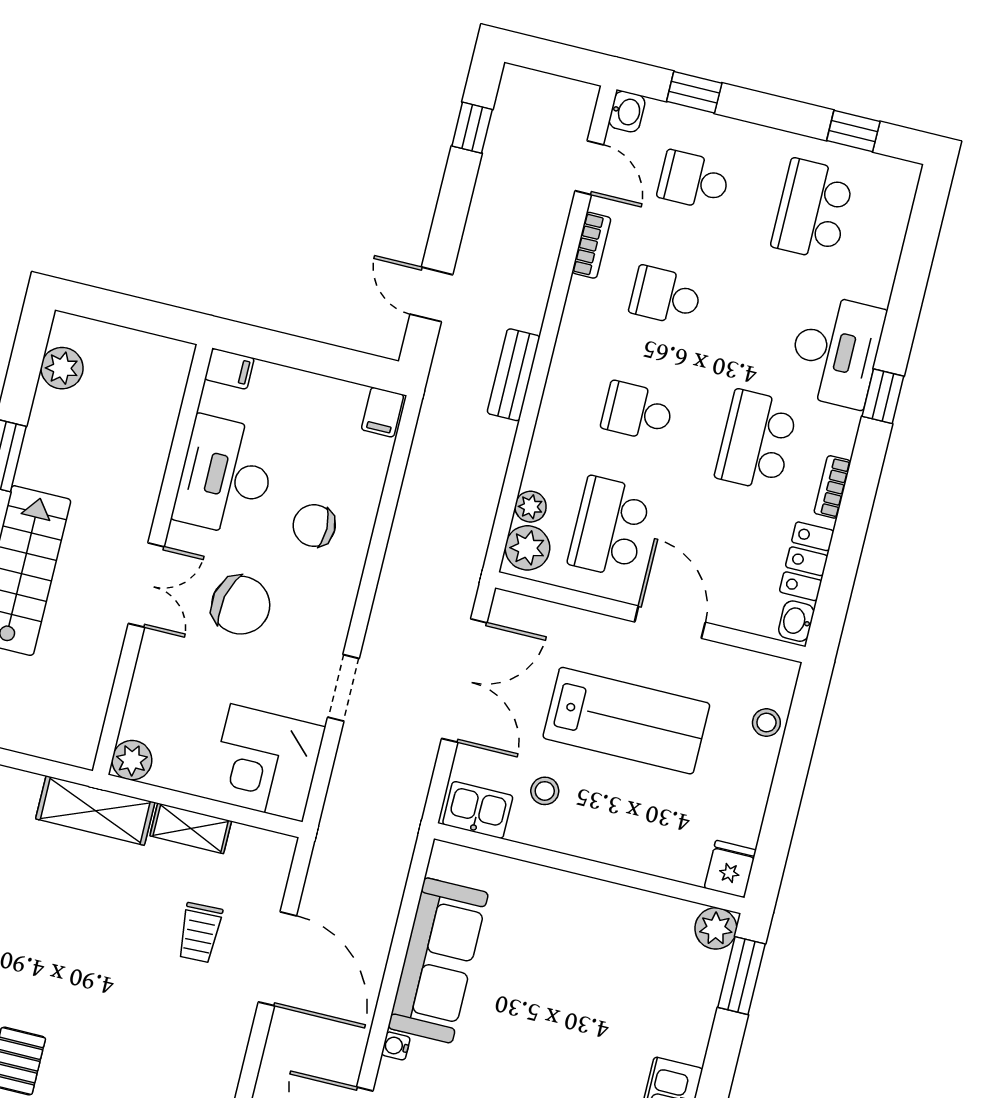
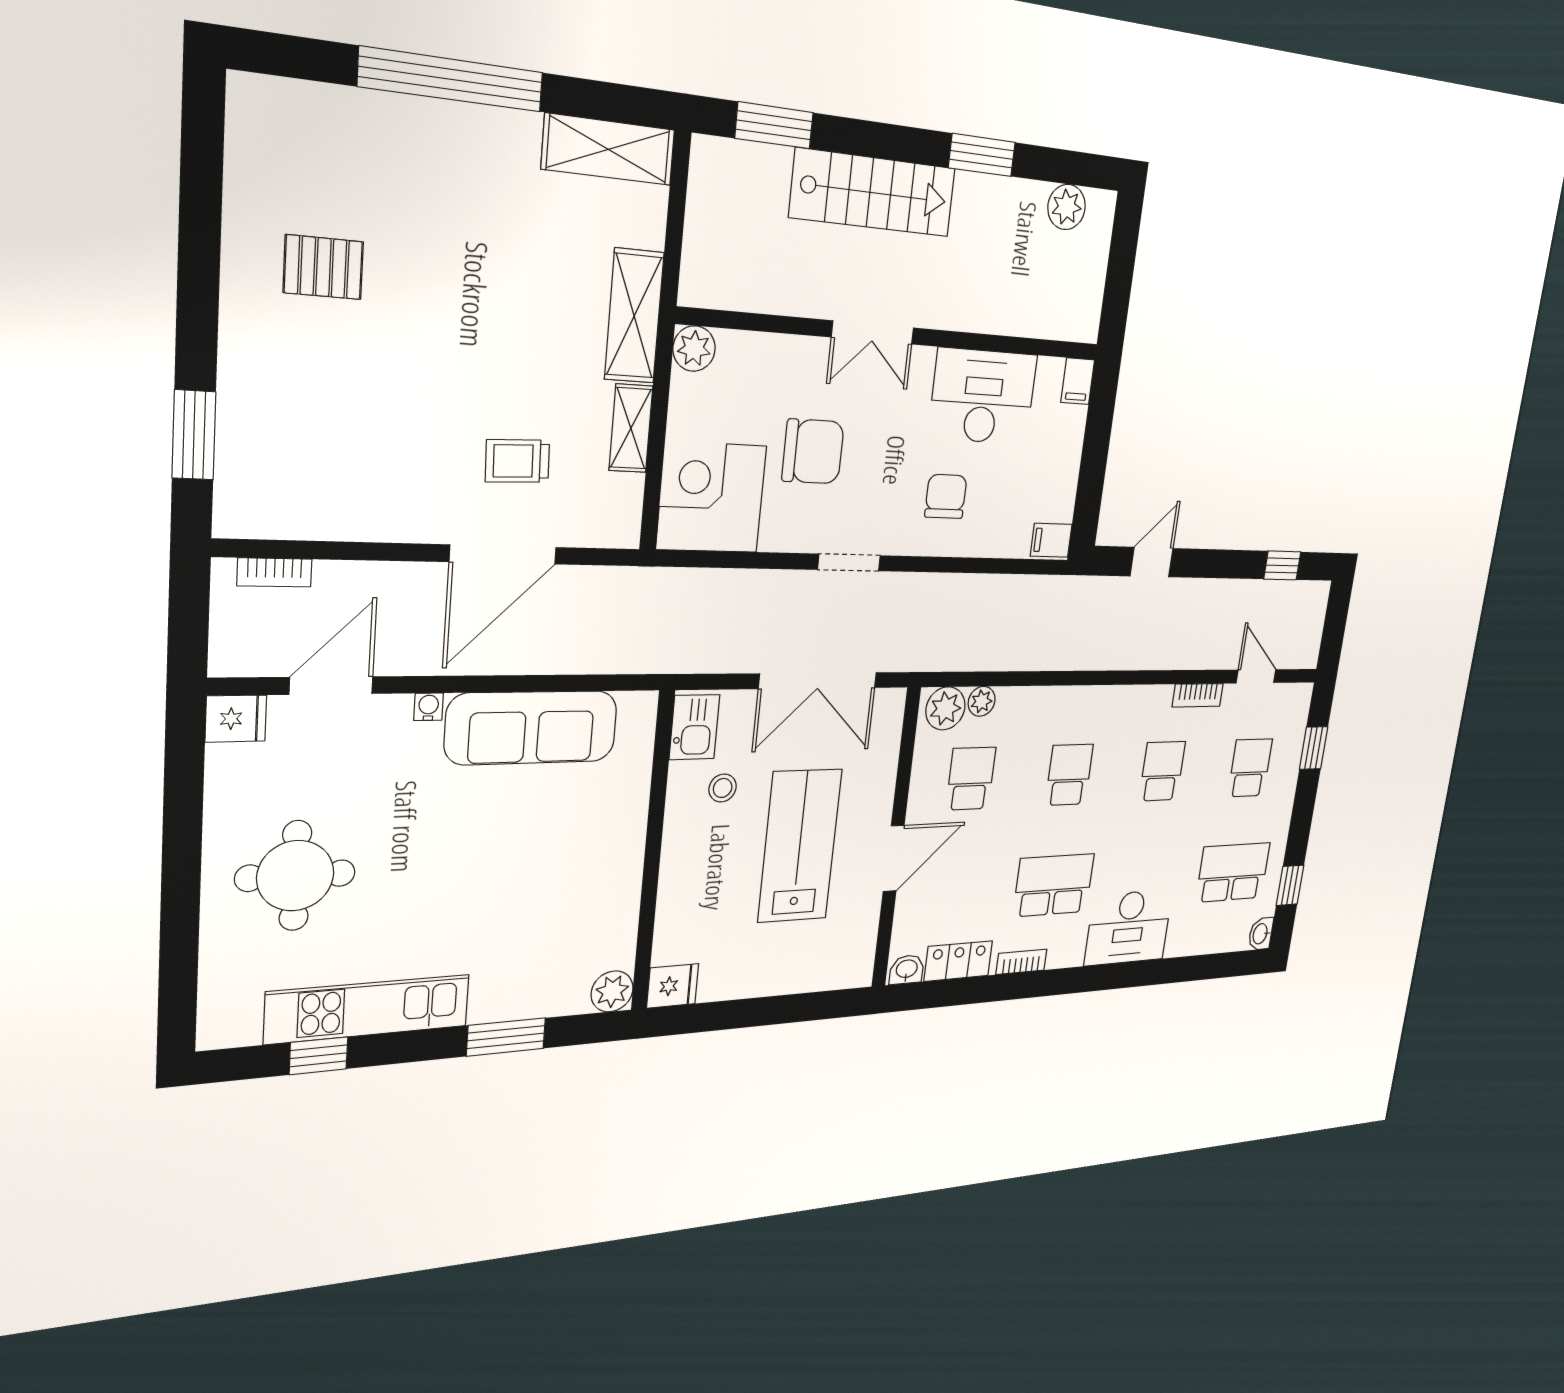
washbasin: (627, 112) -> (1261, 934), moved, turned 90
door: (589, 168) -> (1256, 676), swing flipped
bench: (514, 375) -> (1091, 655), removed
window: (883, 396) -> (1096, 978), removed
school desk: (609, 527) -> (971, 779), width x0.54
chair: (241, 605) -> (813, 451), moved, turned -102
doorway: (343, 688) -> (849, 562), moved
lab bench: (626, 721) -> (800, 846), turned 180
stool: (766, 723) -> (814, 973), removed
window: (742, 976) -> (506, 1037), moved

